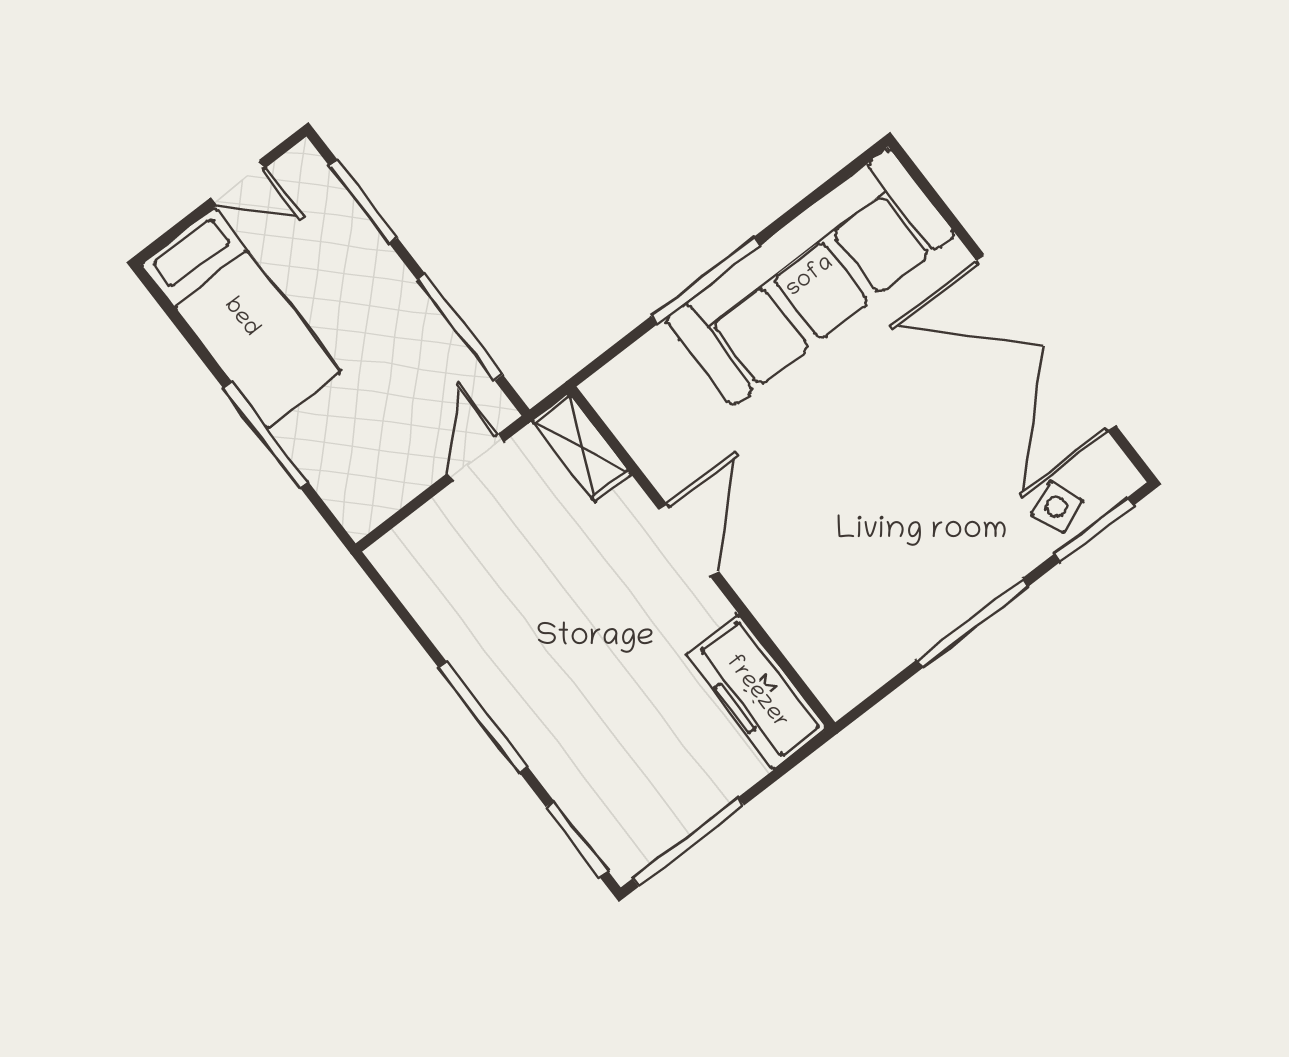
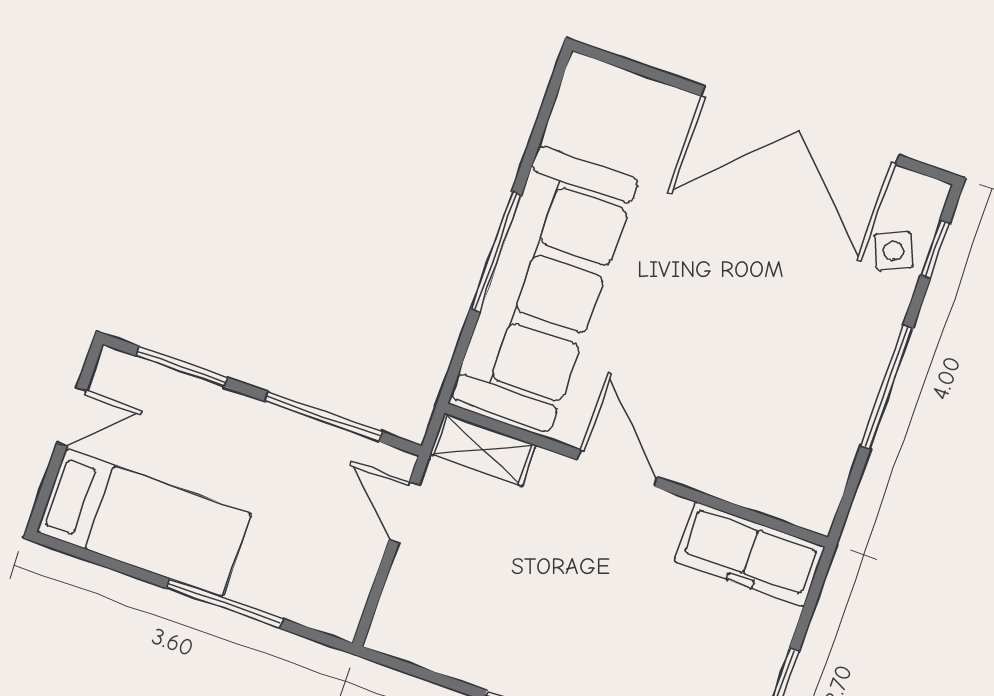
sofa: (810, 277) -> (545, 289), moved
window: (1094, 529) -> (935, 249), width x0.67

